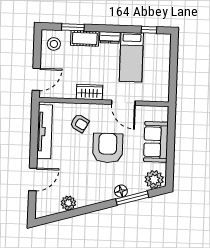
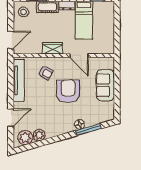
plant: (154, 179) -> (25, 138), moved

